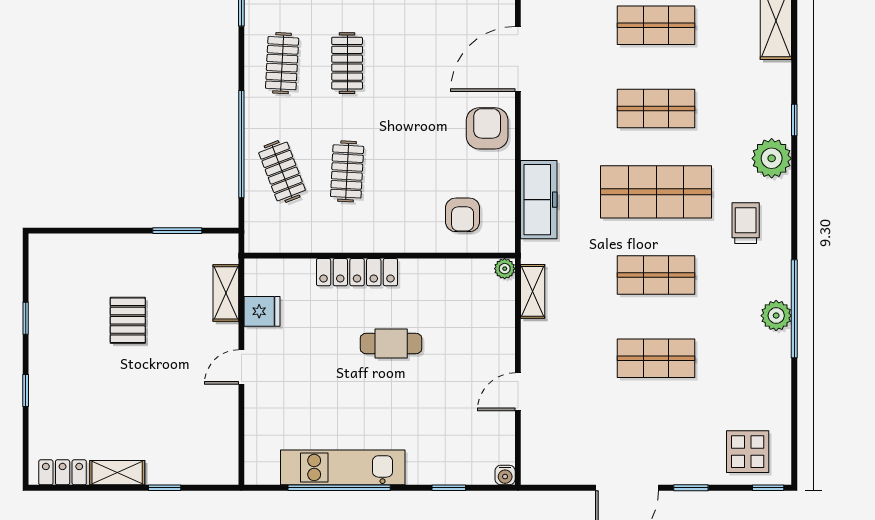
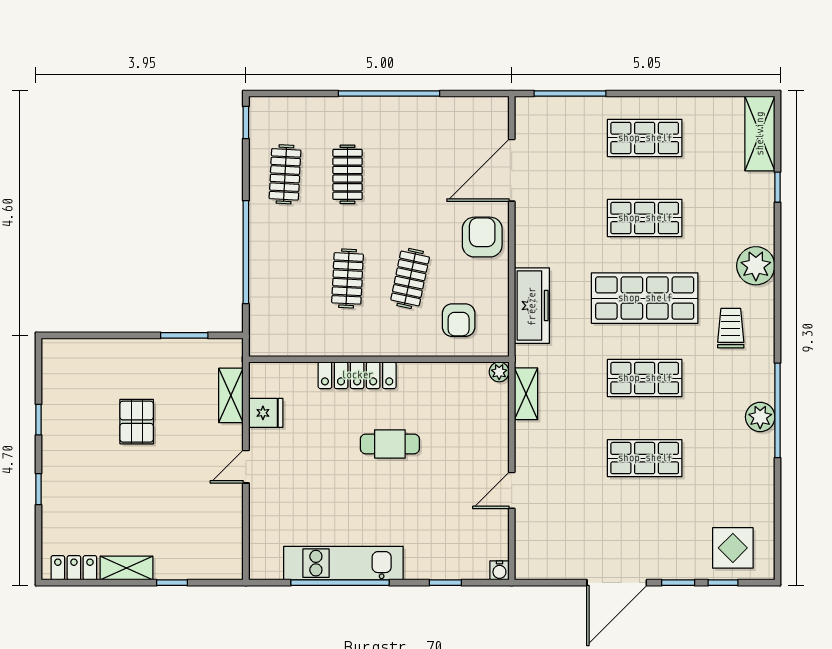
window: (794, 120) -> (778, 187), moved
clothes rail: (282, 171) -> (410, 278), moved, turned 33
window: (768, 488) -> (723, 583), moved

